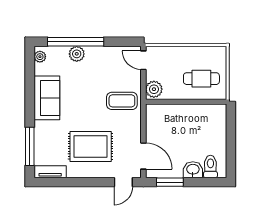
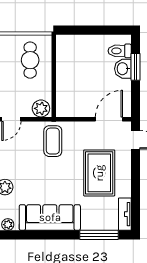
sofa: (47, 98) -> (50, 217), width x1.36
window: (170, 182) -> (136, 67), moved

